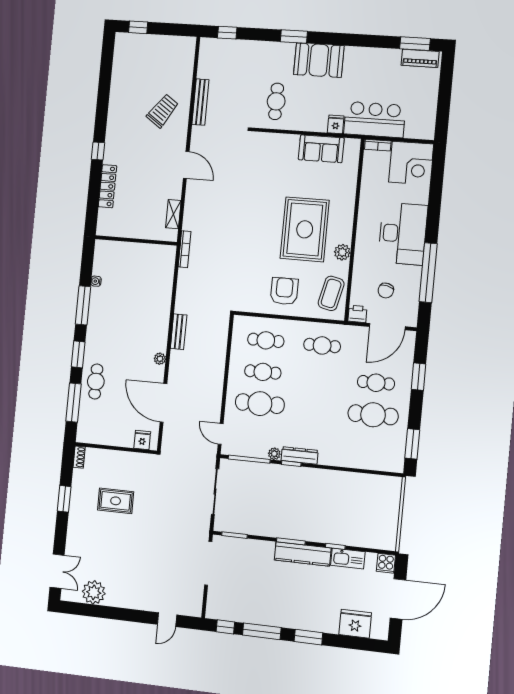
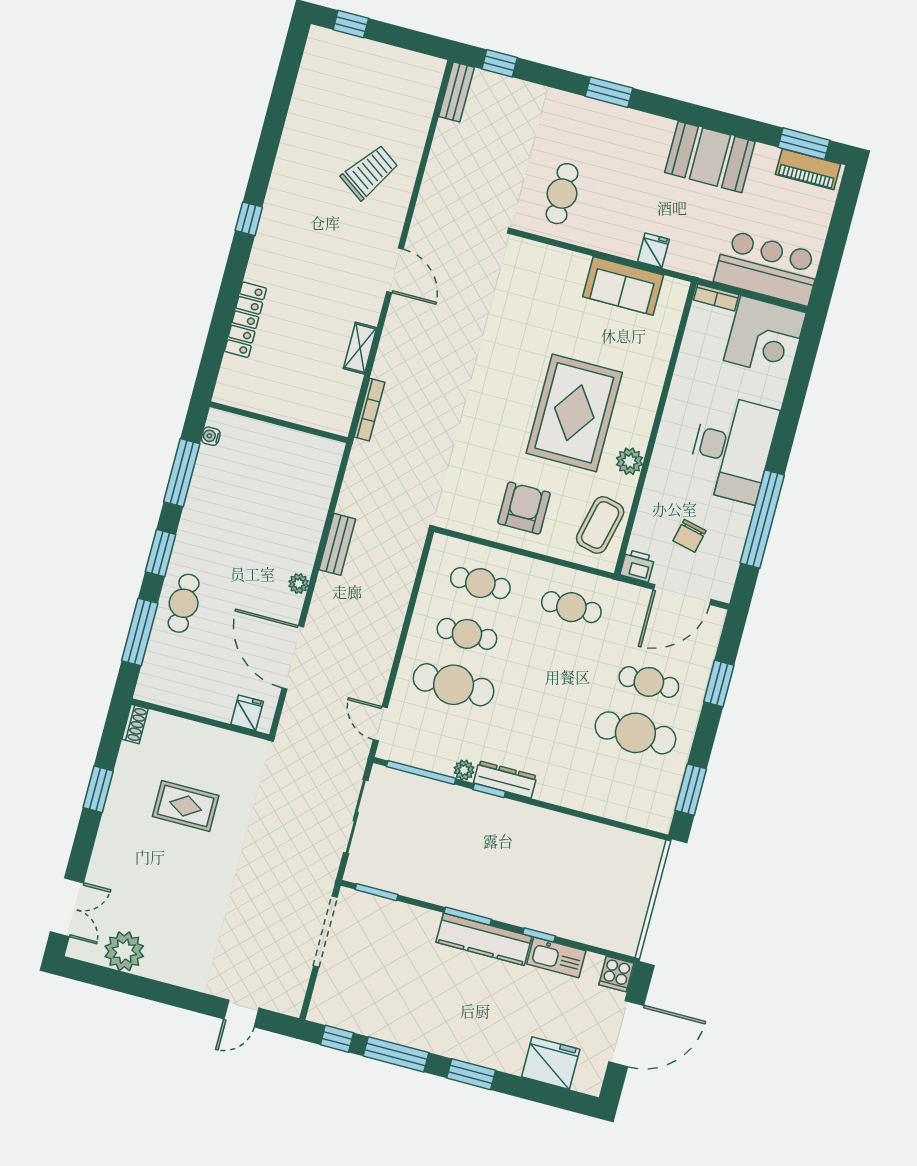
booth: (319, 60) -> (710, 157), moved
bench: (200, 102) -> (457, 92), moved, width x0.73
bar counter: (375, 120) -> (767, 268), moved
locker: (107, 186) -> (245, 320), moved
wall: (136, 240) -> (279, 422), moved

